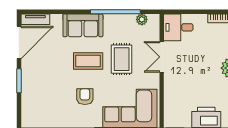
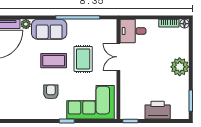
plant: (142, 19) -> (26, 24), moved

